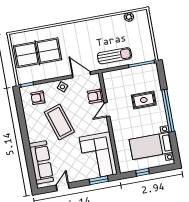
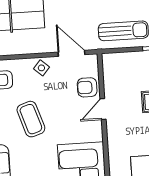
coffee table: (59, 122) -> (31, 119), width x0.73, depth x0.76

